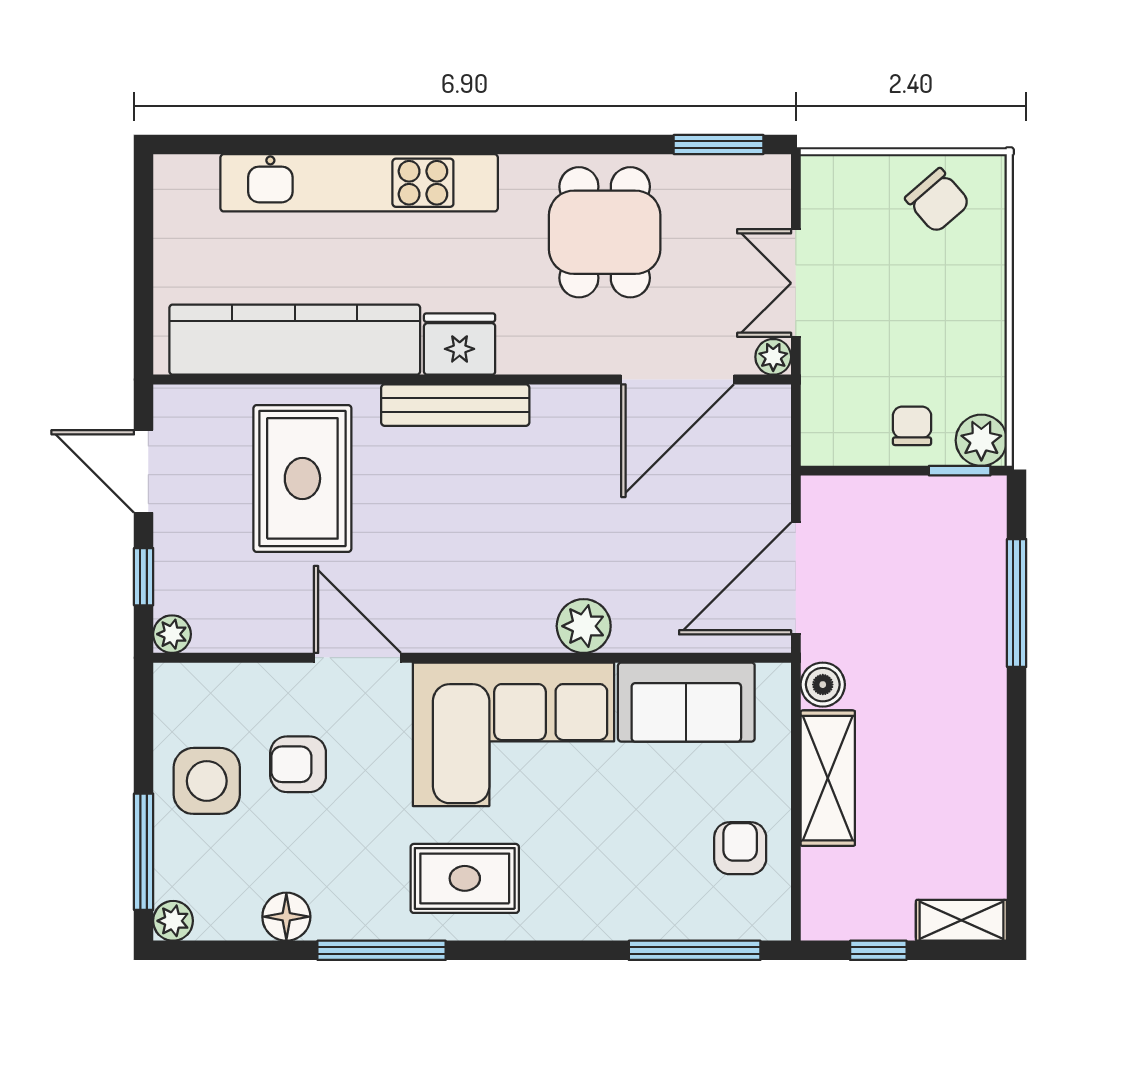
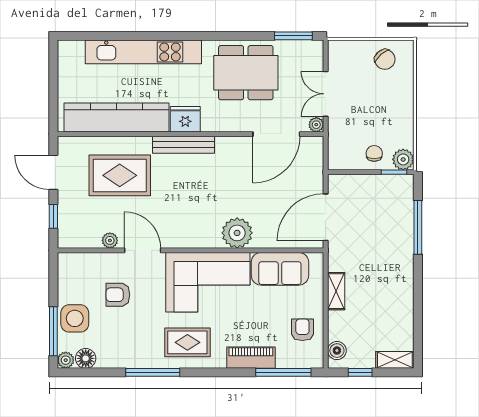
dining table: (605, 232) -> (246, 73), width x1.37
rug: (302, 478) -> (120, 175), turned 90
plant: (584, 626) -> (237, 233), width x1.36, depth x1.36
plant: (172, 634) -> (110, 240), moved
boiler: (823, 685) -> (337, 351), moved
shelving: (828, 778) -> (336, 291), width x0.67, depth x0.75
side table: (207, 781) -> (75, 318), moved
piano: (617, 915) -> (251, 358), added
floor lamp: (286, 917) -> (86, 358), moved

